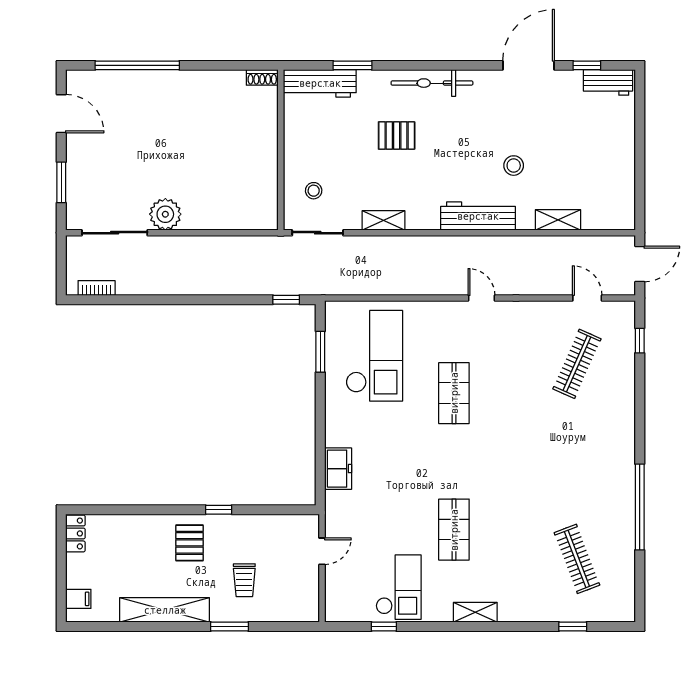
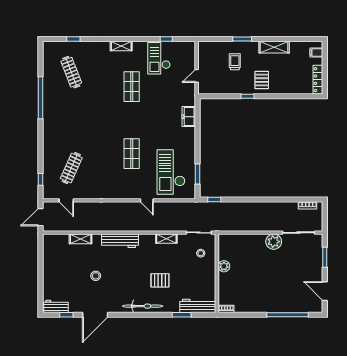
plant: (266, 164) -> (224, 266), added
stool: (514, 166) -> (96, 276), moved
door: (481, 298) -> (147, 200), moved
locker: (75, 533) -> (318, 80), width x1.53
shelving: (165, 610) -> (274, 47), width x0.68

